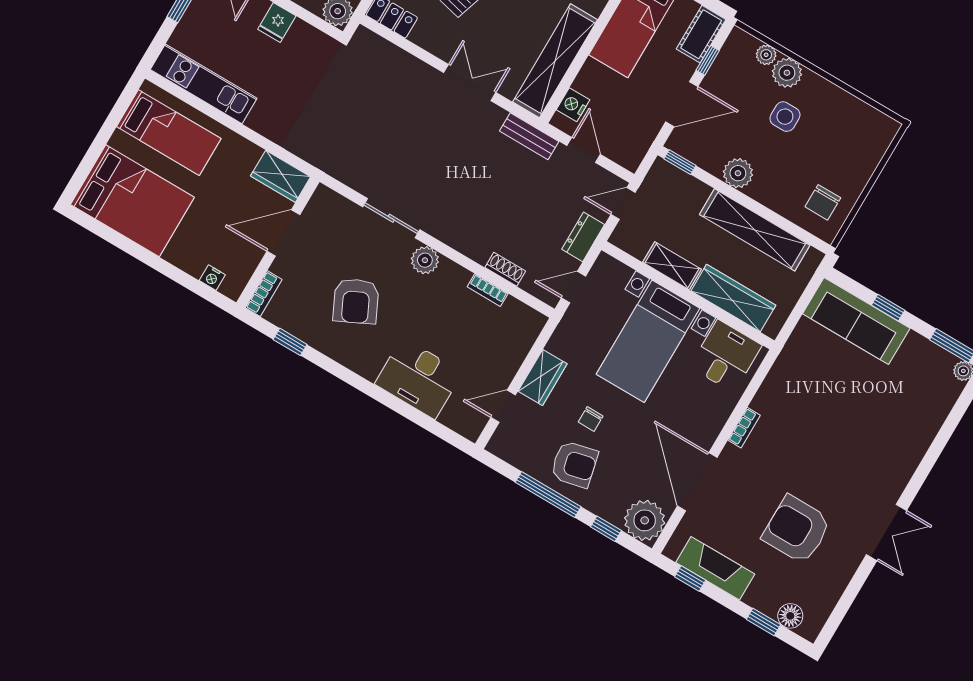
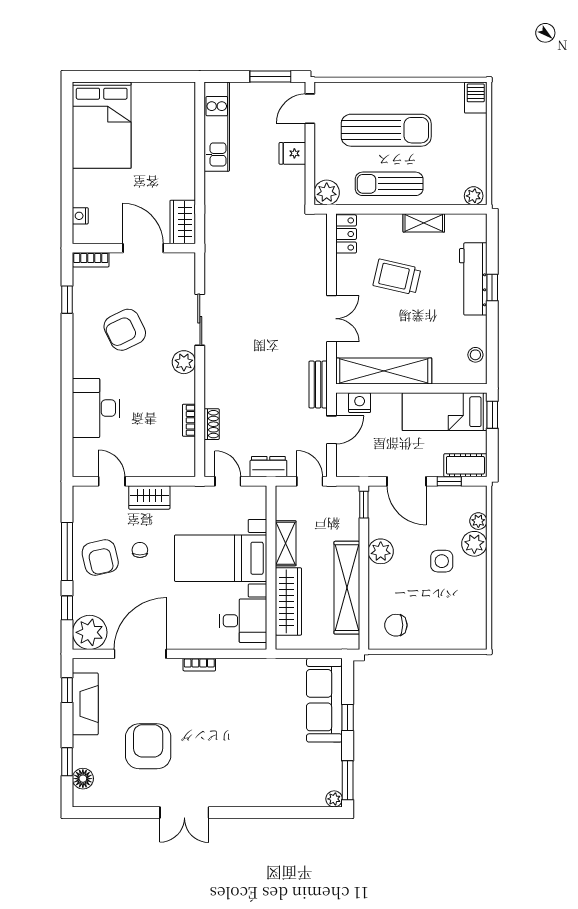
bed: (169, 133) -> (167, 122), removed
chair: (591, 419) -> (140, 550), turned 90

